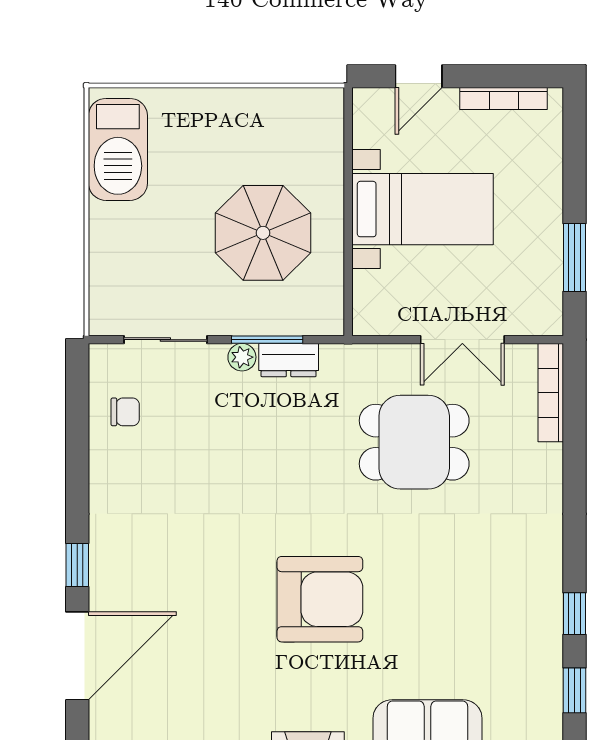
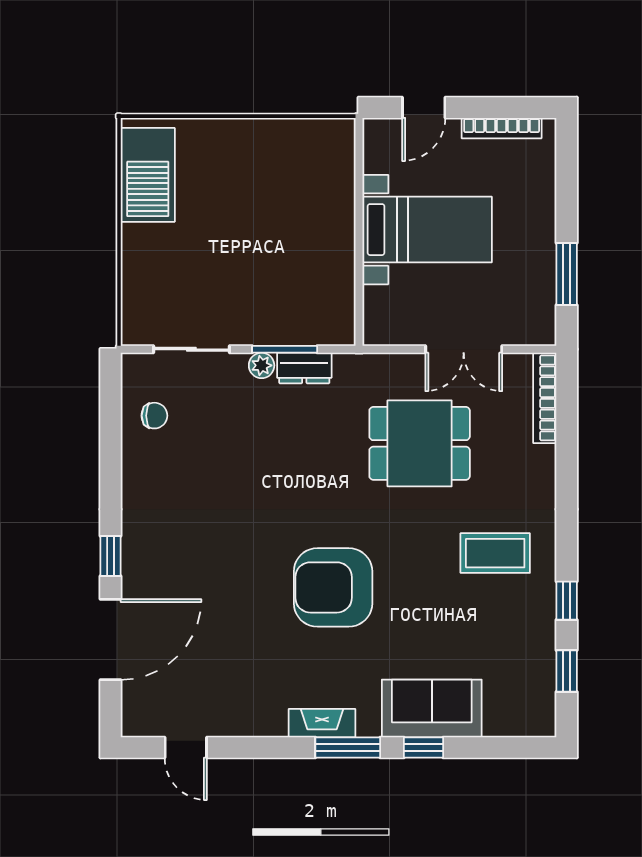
parasol: (263, 233) -> (281, 251), removed
coffee table: (497, 562) -> (495, 553), added
armchair: (320, 599) -> (333, 587), turned 180

